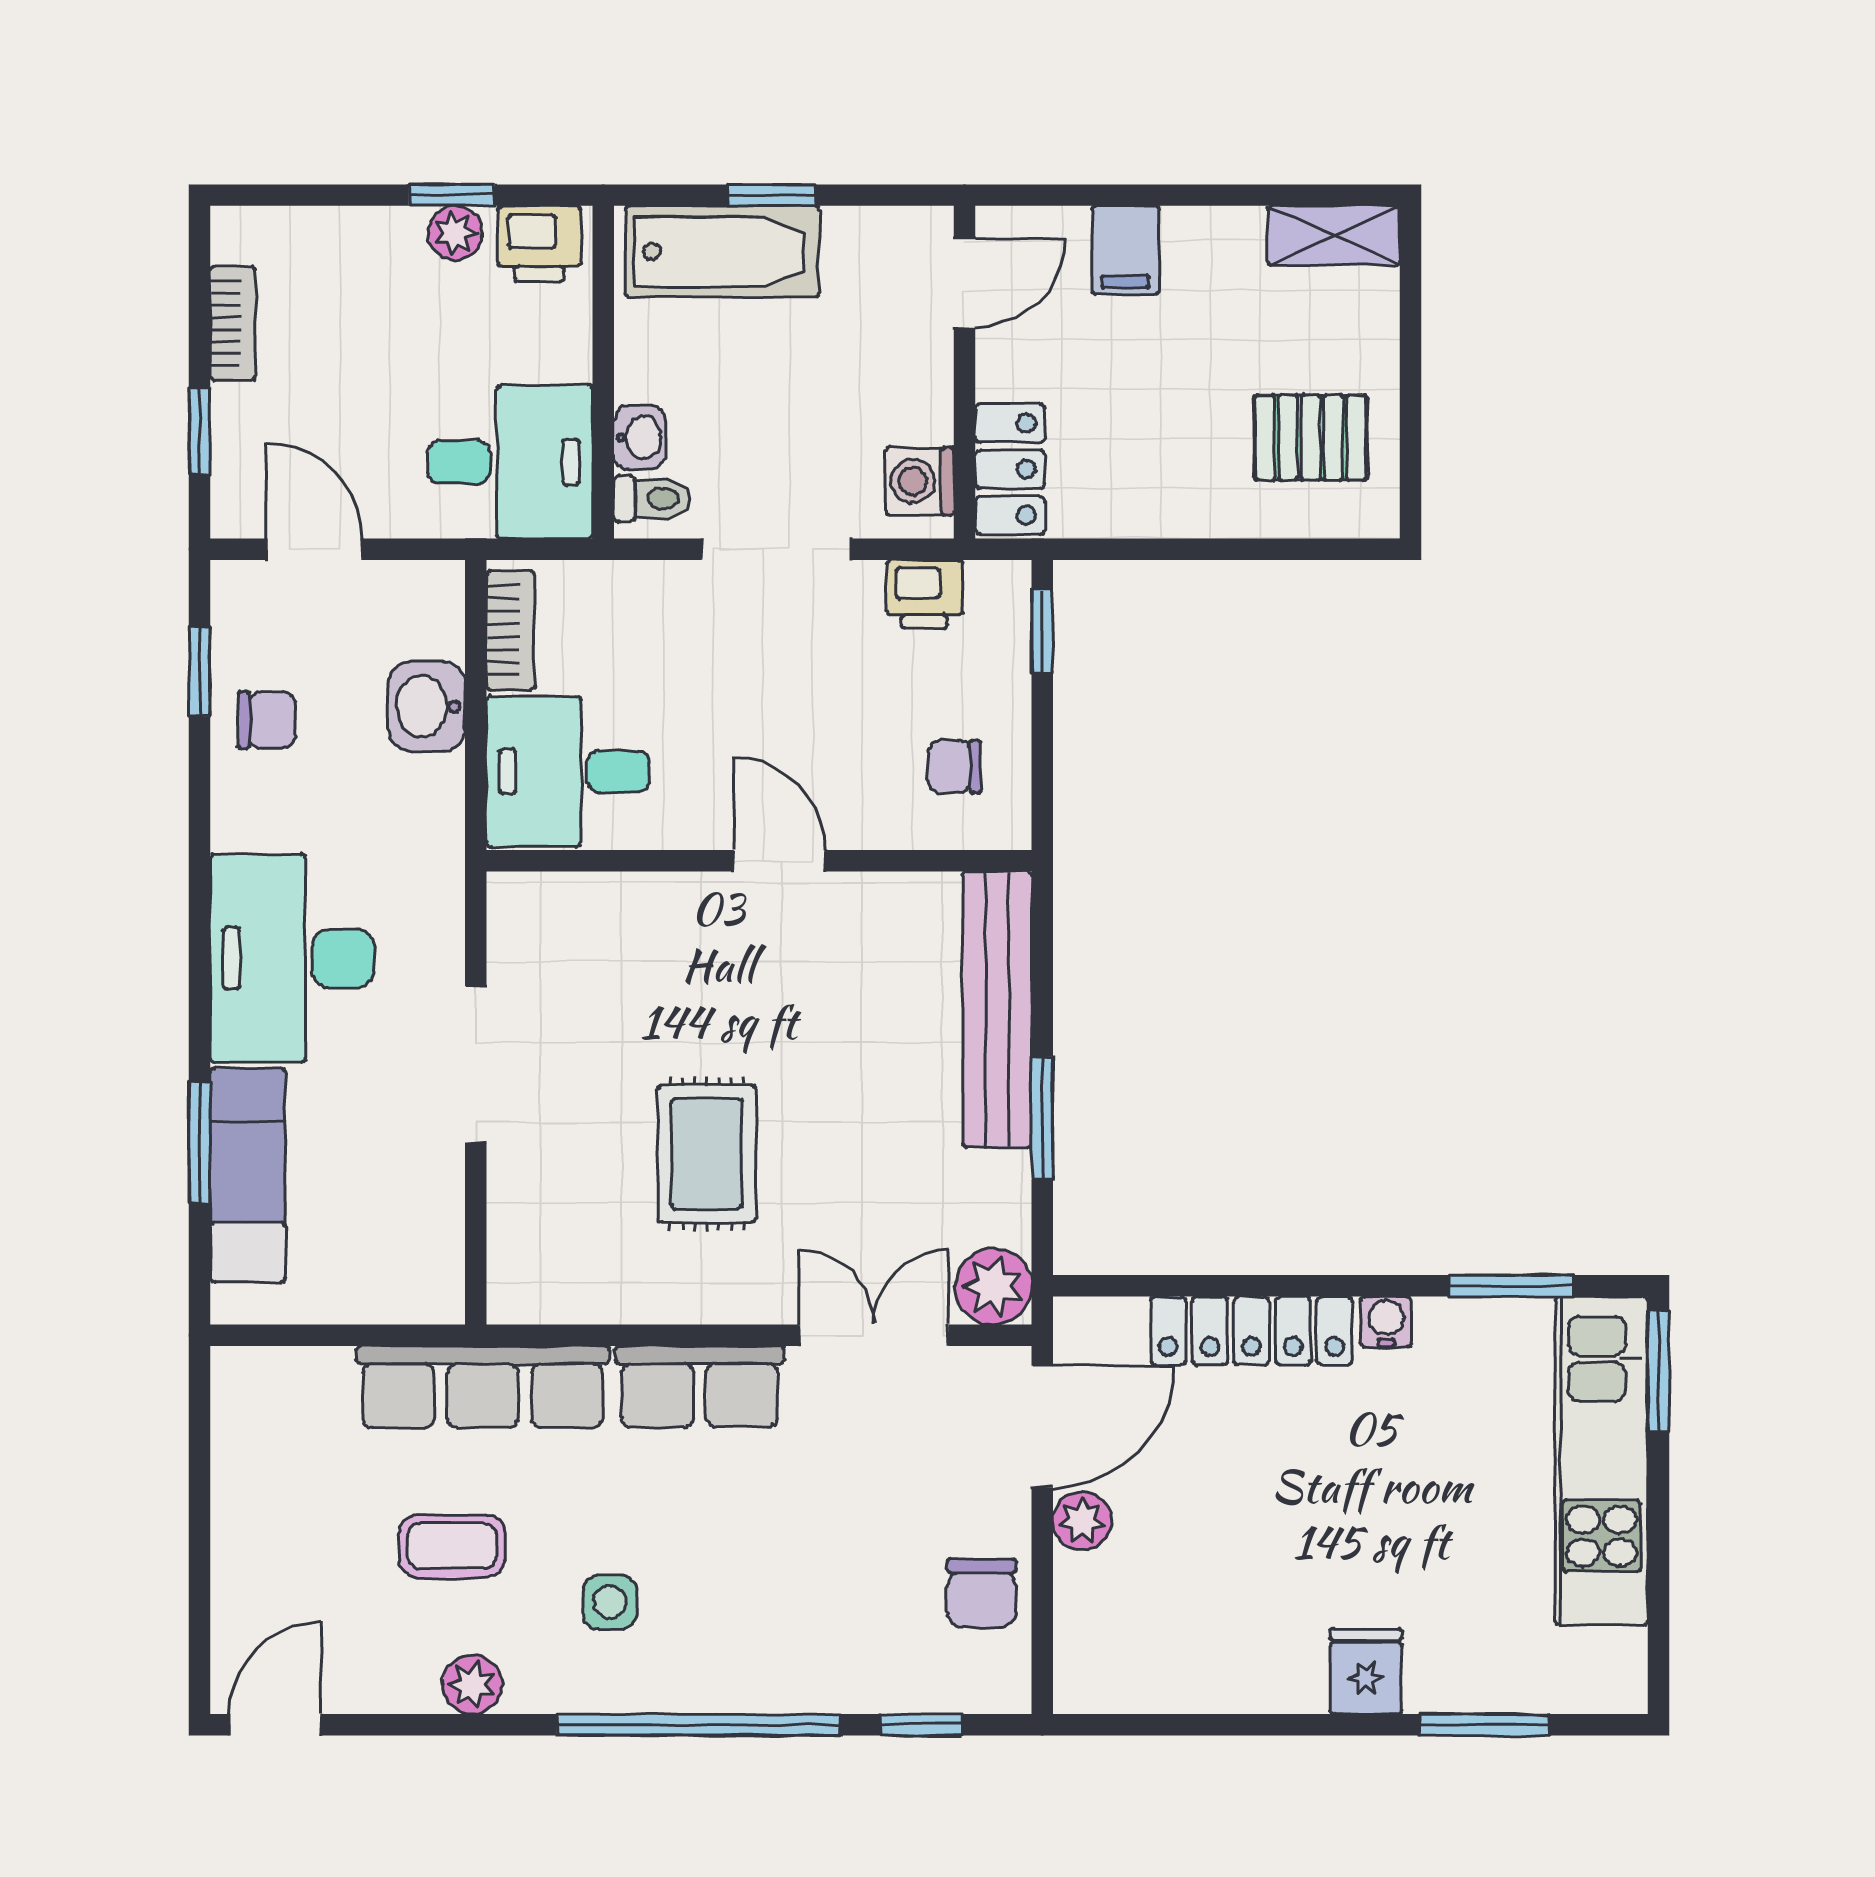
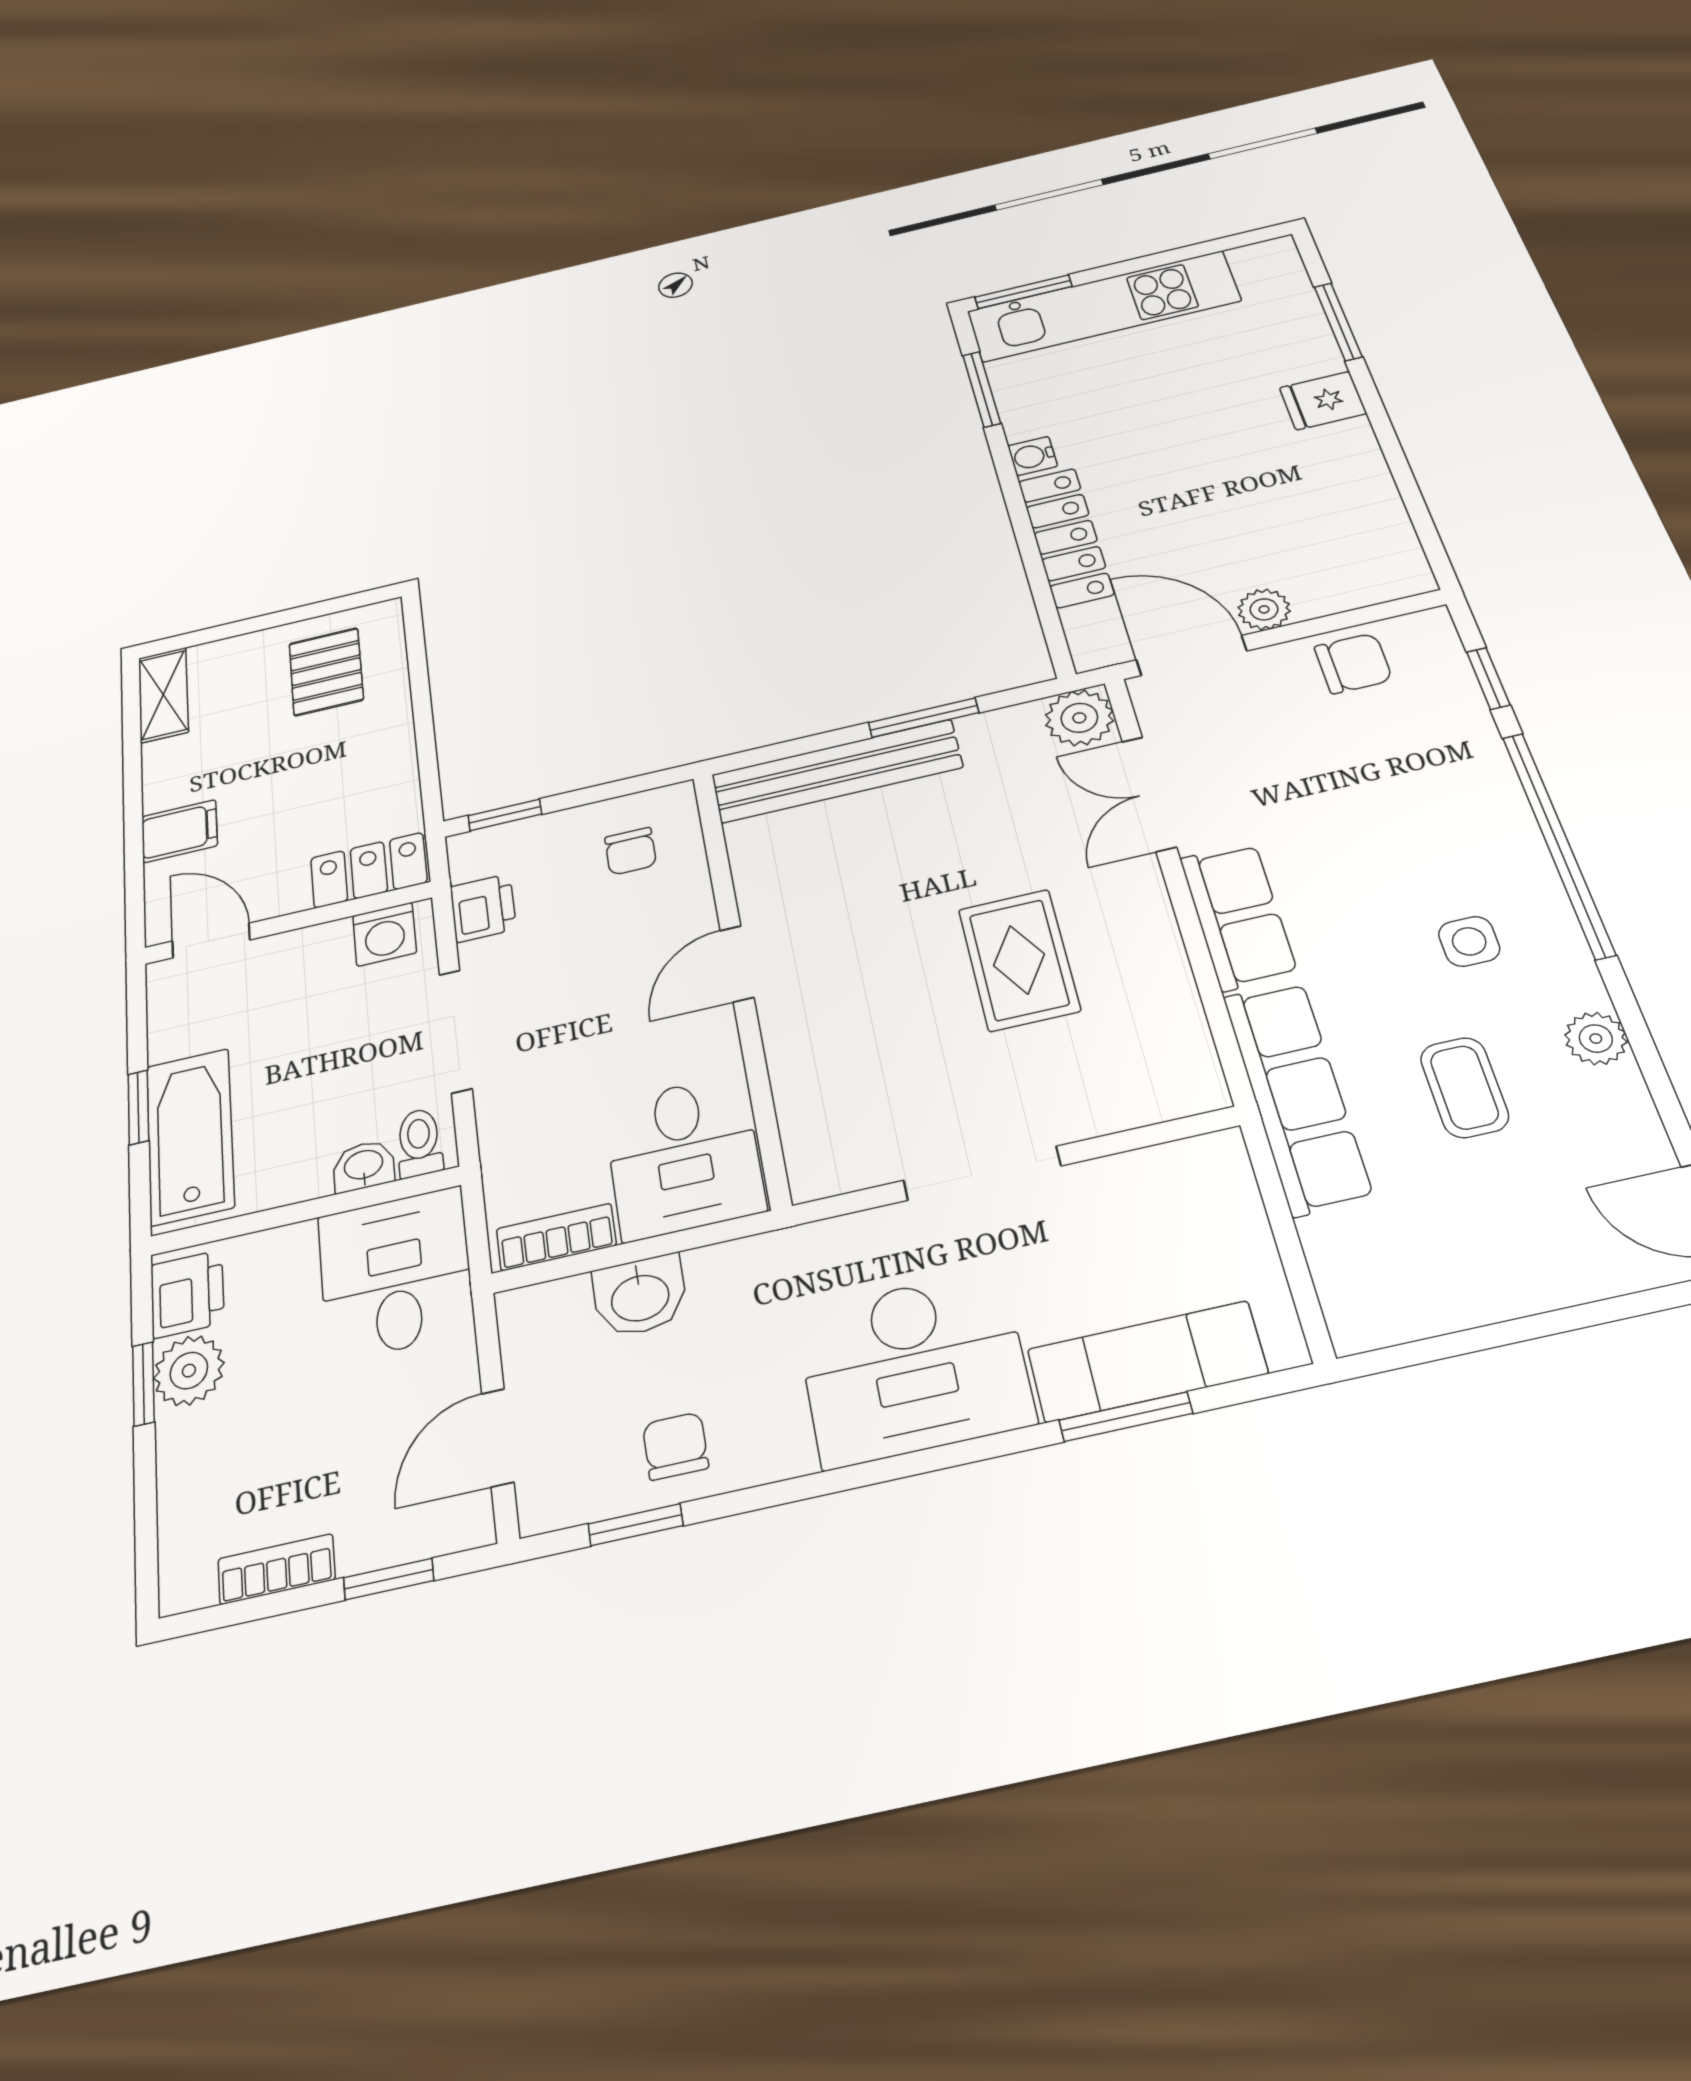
plant: (455, 233) -> (189, 1371), width x1.38, depth x1.38
rug: (707, 1154) -> (1019, 960), turned 90

